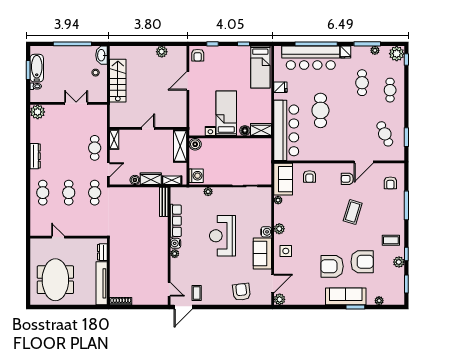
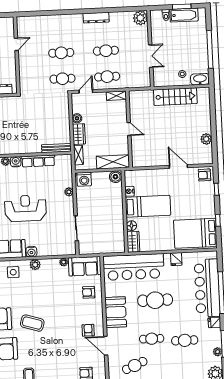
bed: (260, 67) -> (195, 233), width x1.50
cafe table: (390, 90) -> (152, 339), moved
booth: (331, 150) -> (116, 312), added
door: (108, 170) -> (86, 91), swing flipped
cafe table: (43, 193) -> (106, 51), moved
coffee table: (353, 212) -> (32, 323), moved

